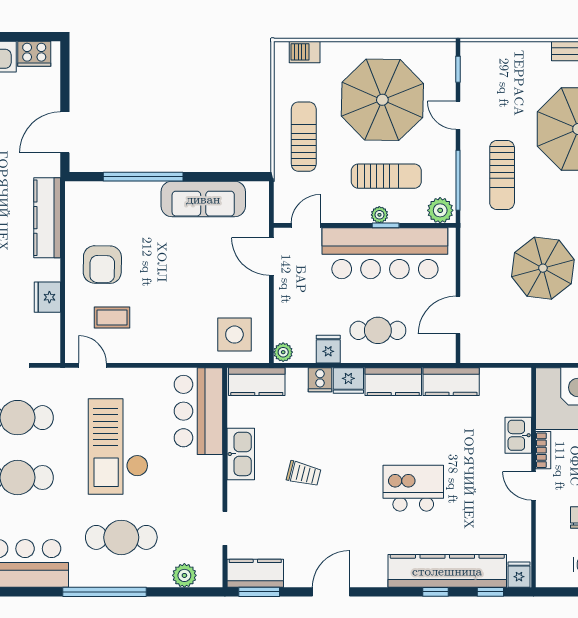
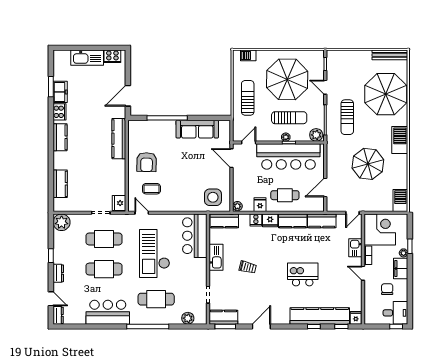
fridge: (47, 297) -> (119, 203), moved
door: (512, 365) -> (352, 213), added

